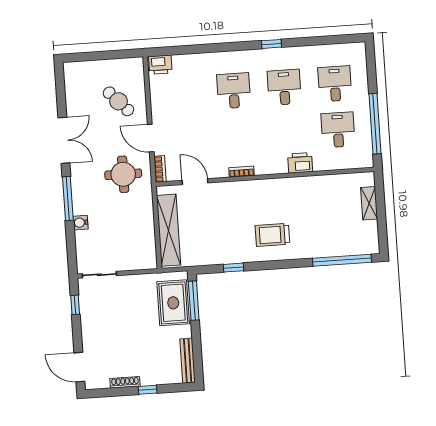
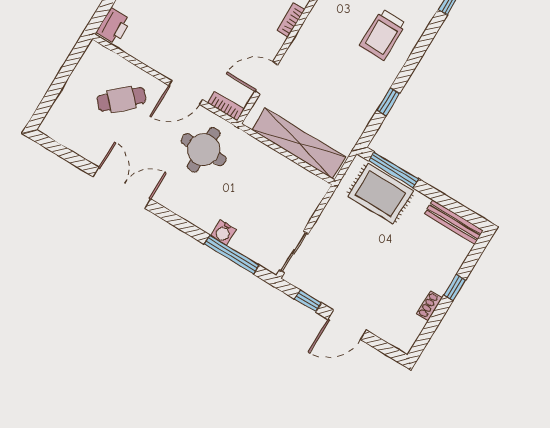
window: (68, 198) -> (232, 255), moved
door: (79, 367) -> (347, 325), moved
shoe rack: (125, 382) -> (430, 306), width x0.70

